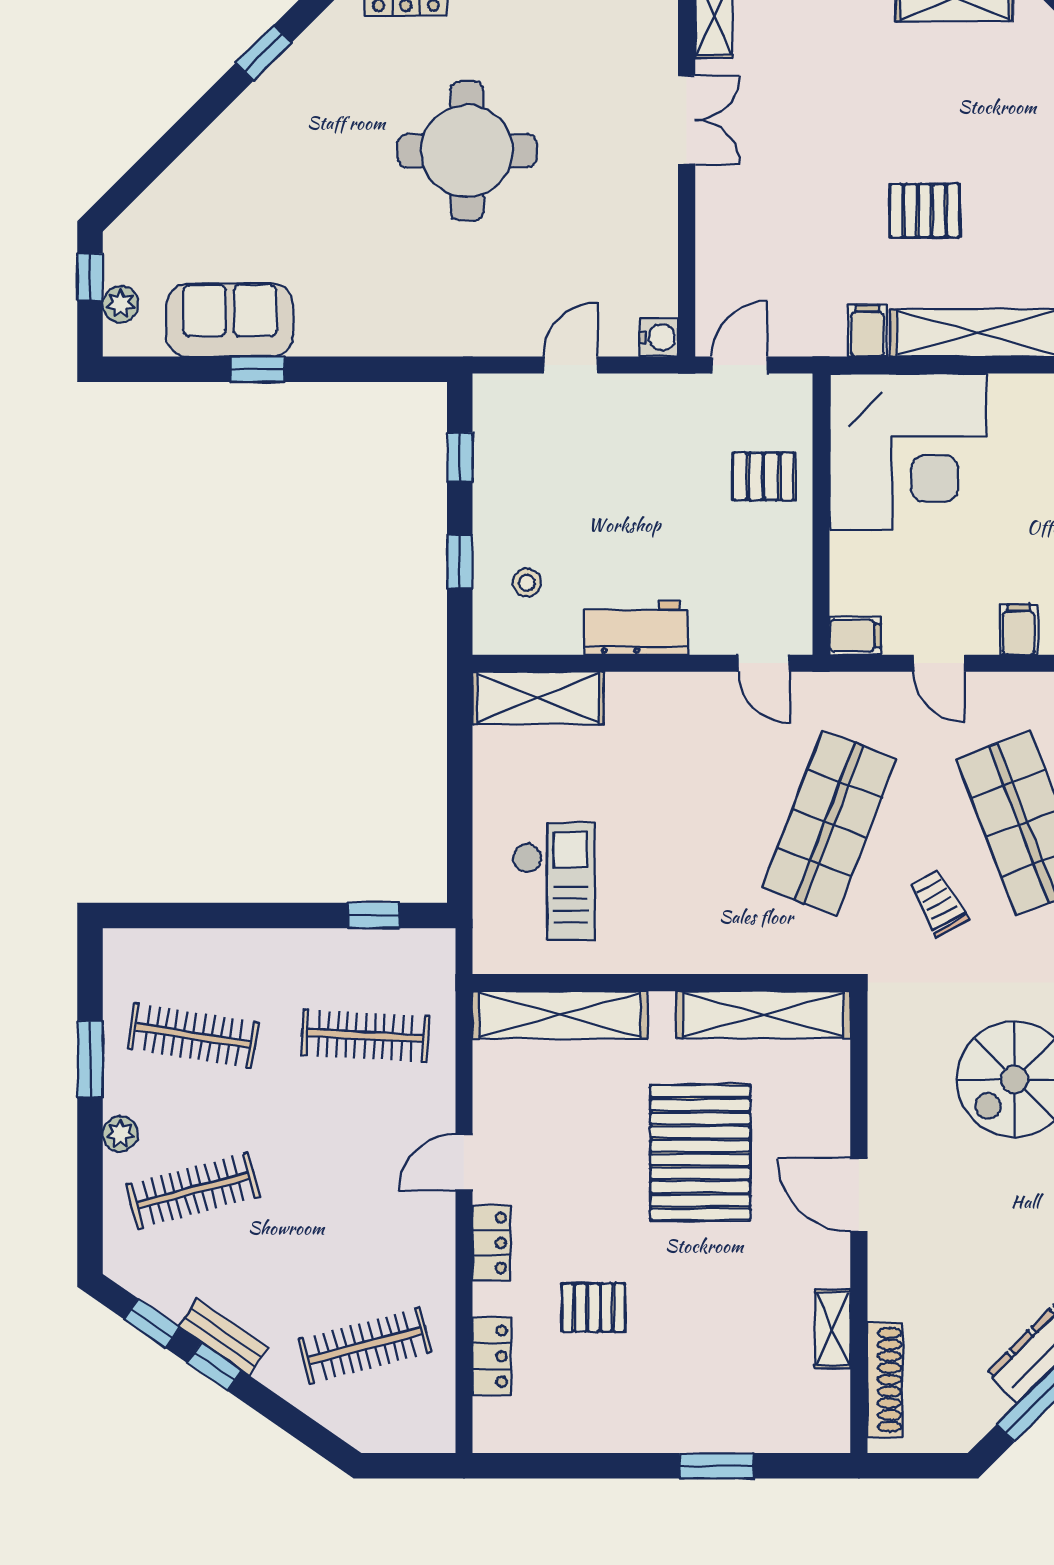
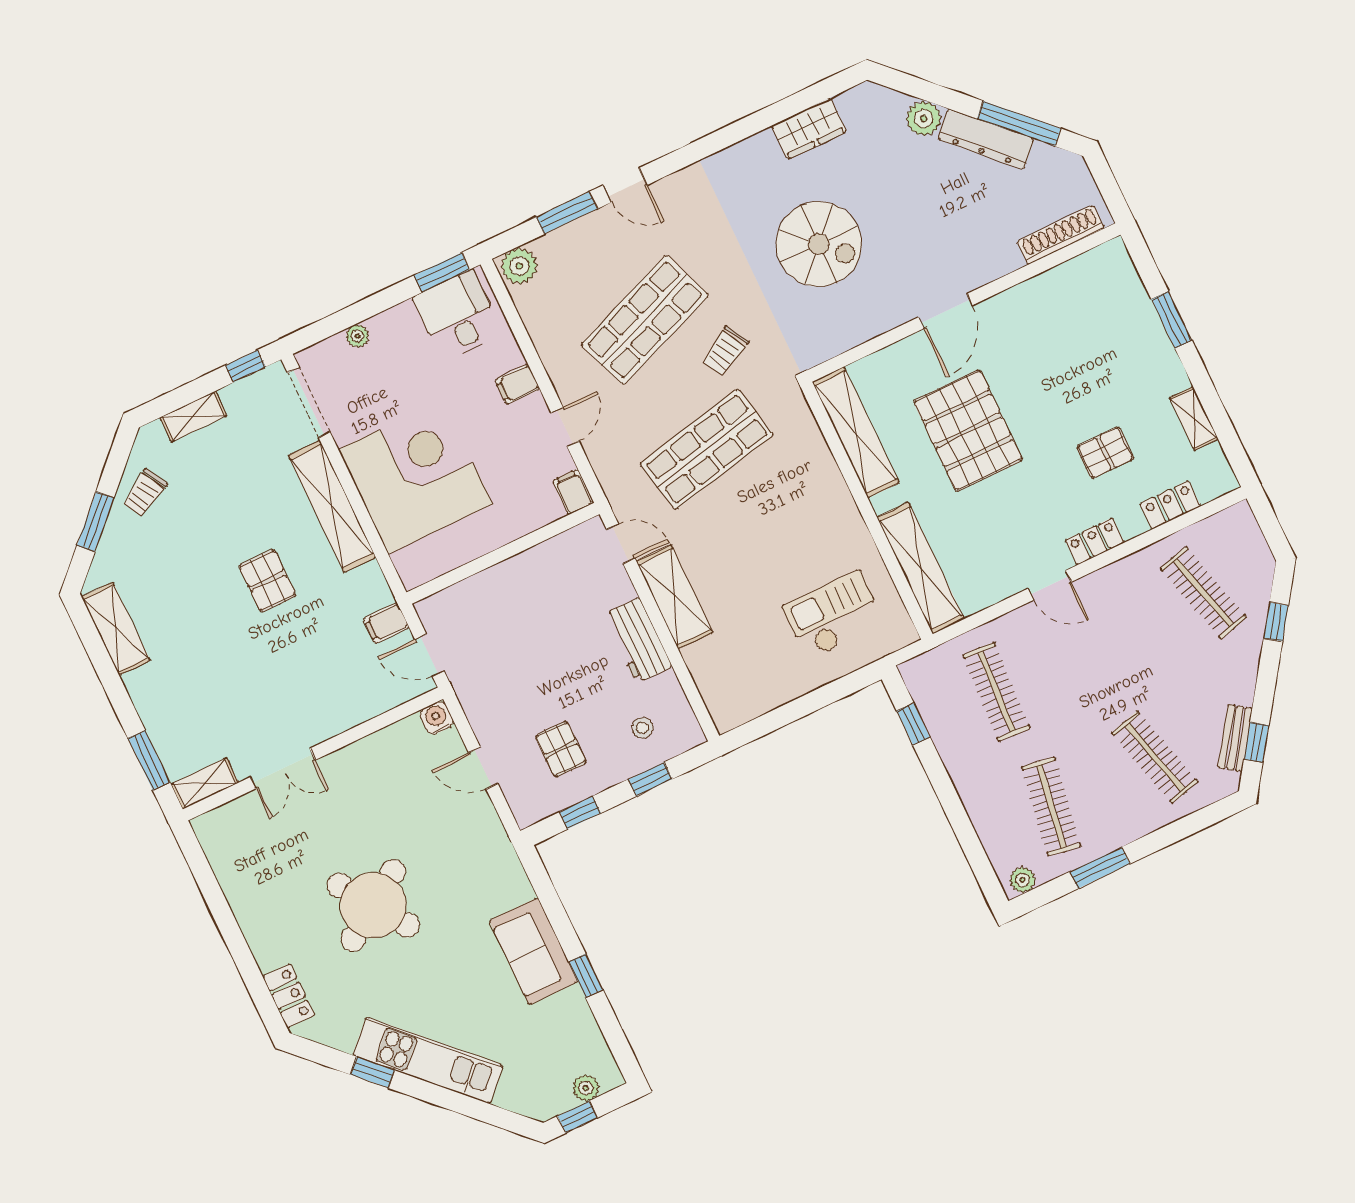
double door: (687, 120) -> (283, 768), swing flipped
kitchen unit: (246, 127) -> (428, 1060), added
round table: (467, 151) -> (373, 905), turned -34
sofa: (230, 320) -> (534, 951), moved
filing cabinet: (867, 331) -> (386, 623), moved
corner desk: (908, 452) -> (415, 477), moved
pallet: (764, 476) -> (561, 749), moved
door: (764, 663) -> (621, 544), hinge flipped
shelving: (538, 698) -> (675, 597), moved
shop shelf: (829, 823) -> (707, 449), turned -33
plant: (120, 1134) -> (1022, 880), moved
pallet: (700, 1153) -> (968, 430), turned 90
pallet: (593, 1307) -> (1105, 453), turned 90
shelving: (833, 1329) -> (1194, 418), moved, turned 90
bench: (223, 1337) -> (1235, 738), moved
window: (214, 1367) -> (1276, 622), moved

